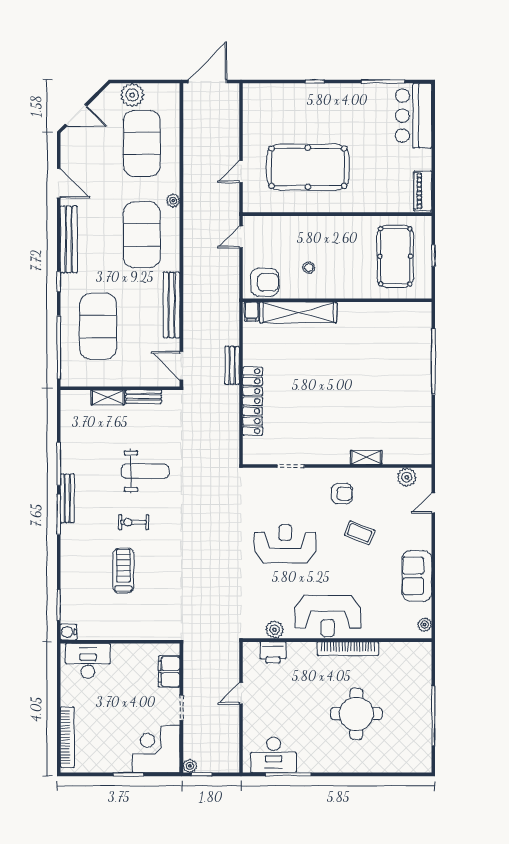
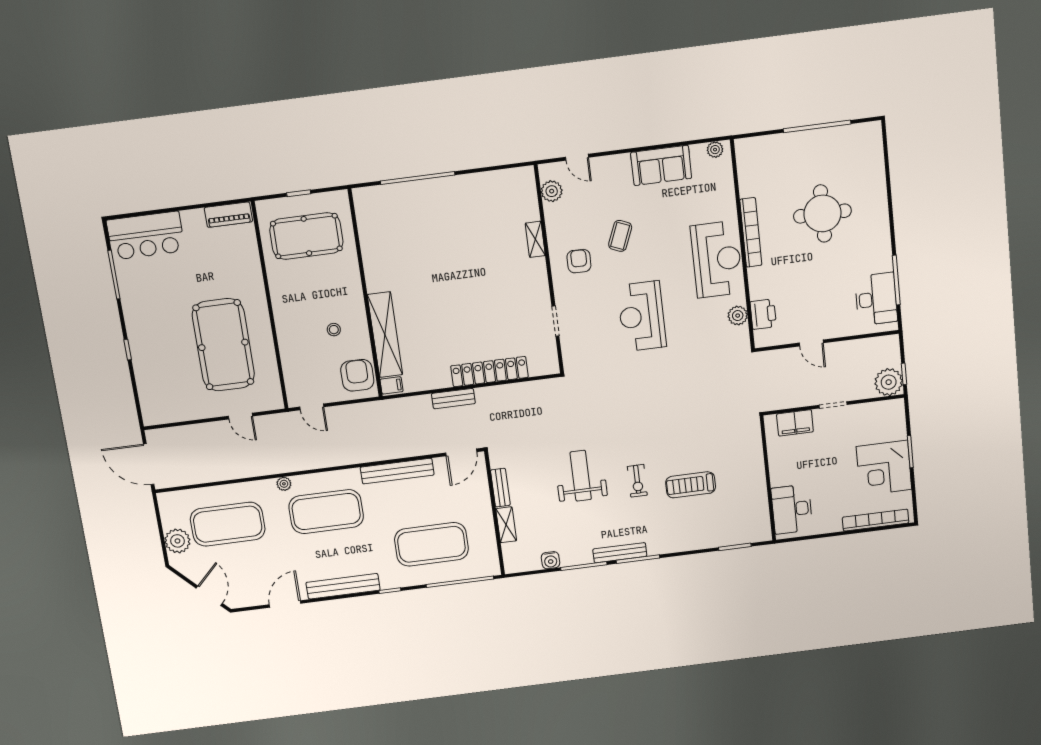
water cooler: (68, 632) -> (551, 560), moved
corner desk: (156, 749) -> (884, 468), moved
plant: (190, 766) -> (889, 382), width x1.87, depth x1.87

